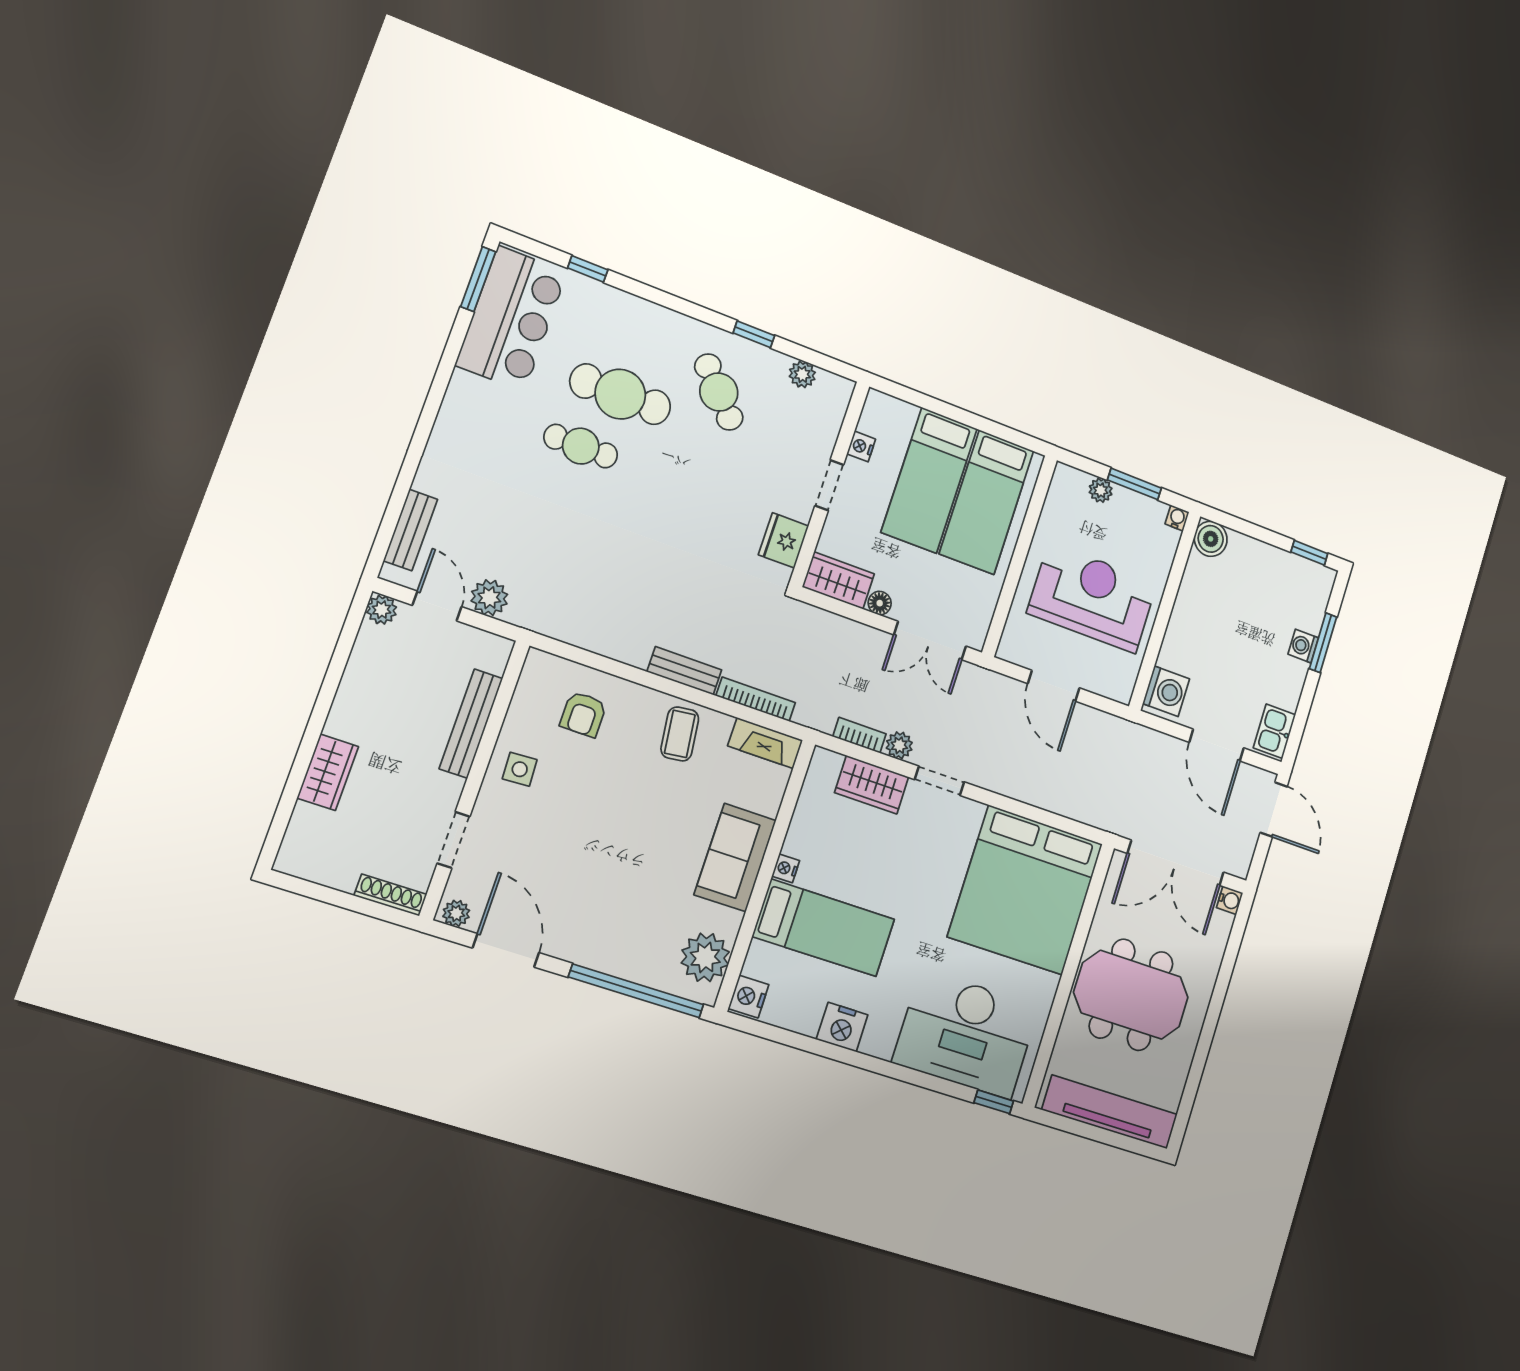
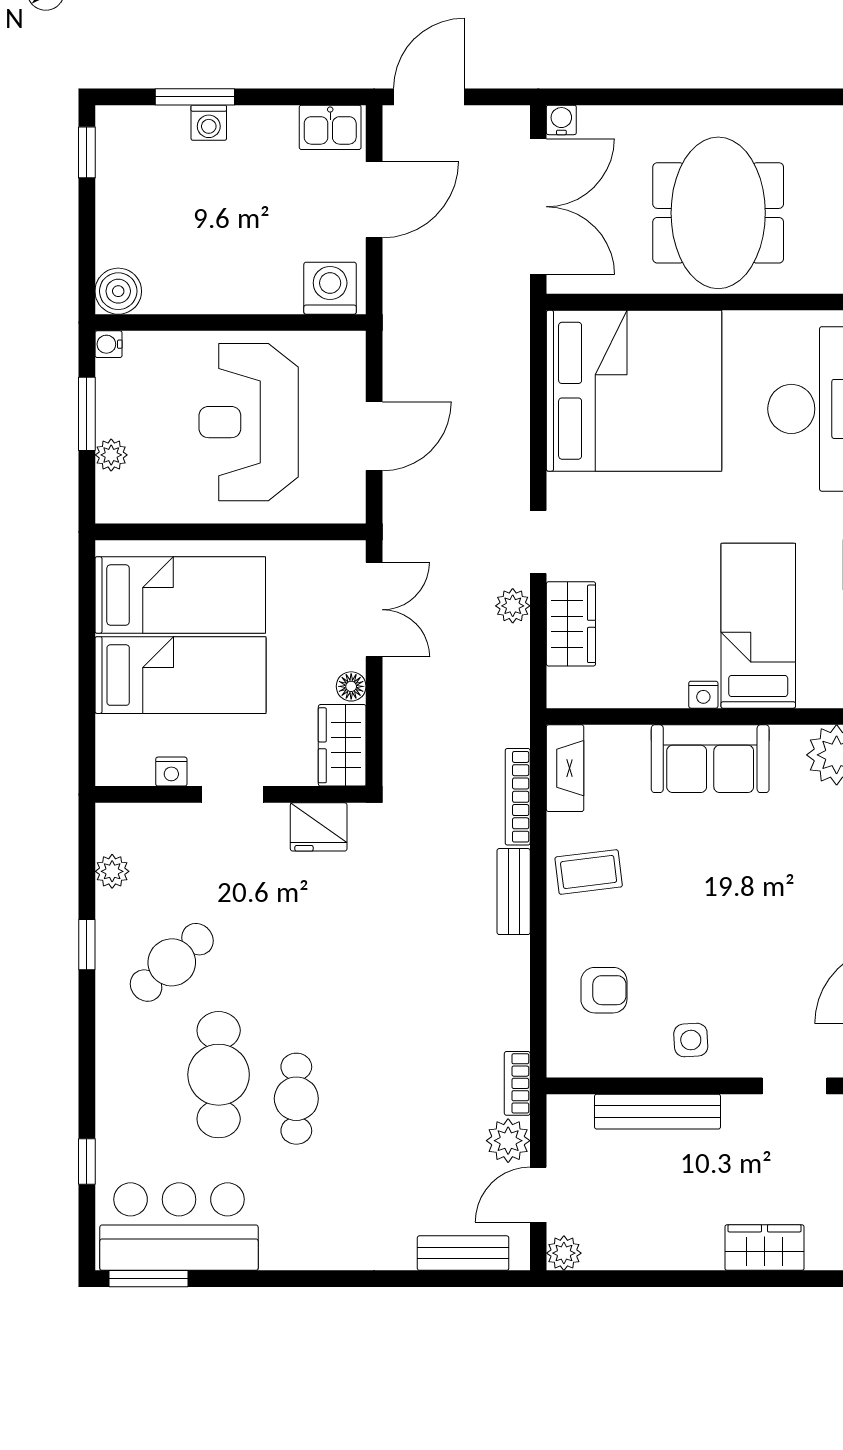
bookcase: (859, 735) -> (517, 1083), moved

